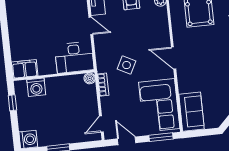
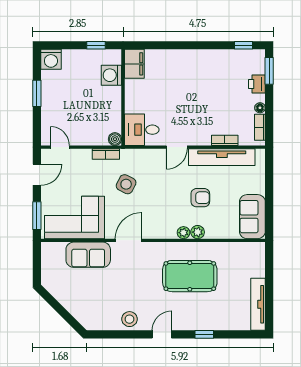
plant: (162, 12) -> (183, 233), added
desk: (74, 57) -> (142, 130), width x0.73
sofa: (191, 112) -> (88, 255), moved

